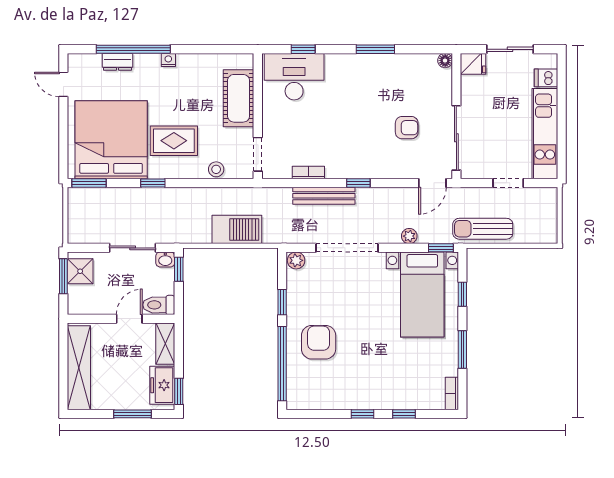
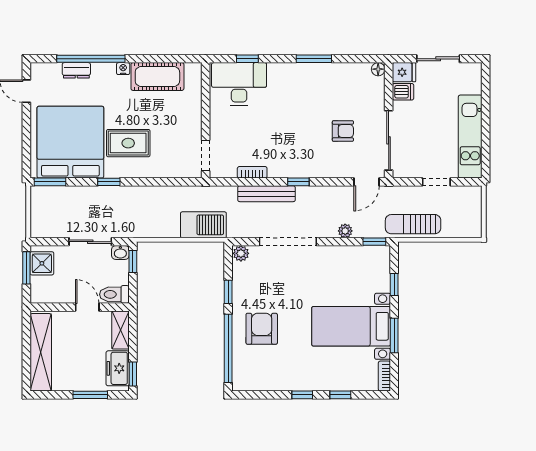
dishwasher: (546, 78) -> (403, 92), moved, turned 180
cot: (239, 98) -> (157, 77), moved, turned 90
stool: (216, 169) -> (167, 169), removed
barbecue: (237, 229) -> (203, 225), moved
bed with nightstands: (422, 295) -> (351, 326), moved, turned 90
door: (129, 319) -> (87, 307), hinge flipped

